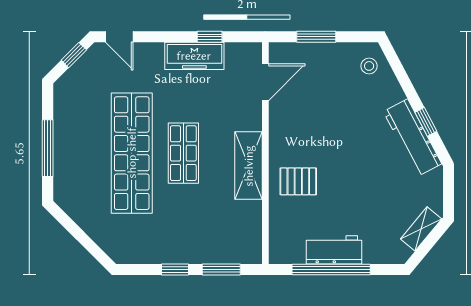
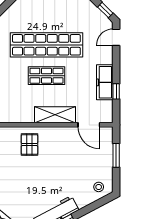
shelving: (249, 166) -> (55, 115), moved

